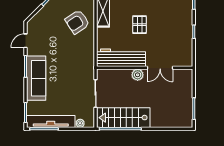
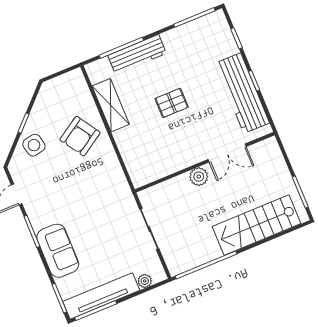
side table: (48, 16) -> (34, 145), added
pallet: (140, 25) -> (172, 103), turned 90
workbench: (121, 58) -> (242, 93), moved, turned -90
sofa: (36, 78) -> (58, 251), width x0.73
stairs: (123, 118) -> (257, 225), moved

